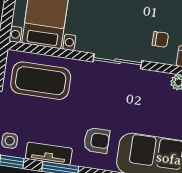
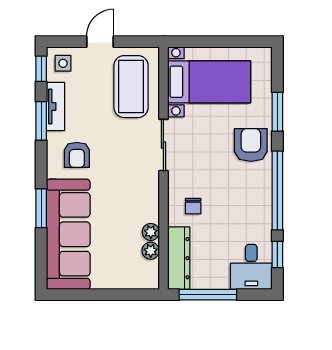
sliding door: (117, 61) -> (163, 145), moved

